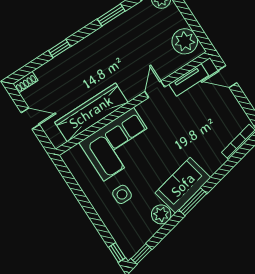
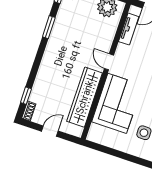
window: (59, 49) -> (26, 96), moved
door: (155, 89) -> (109, 62), moved

